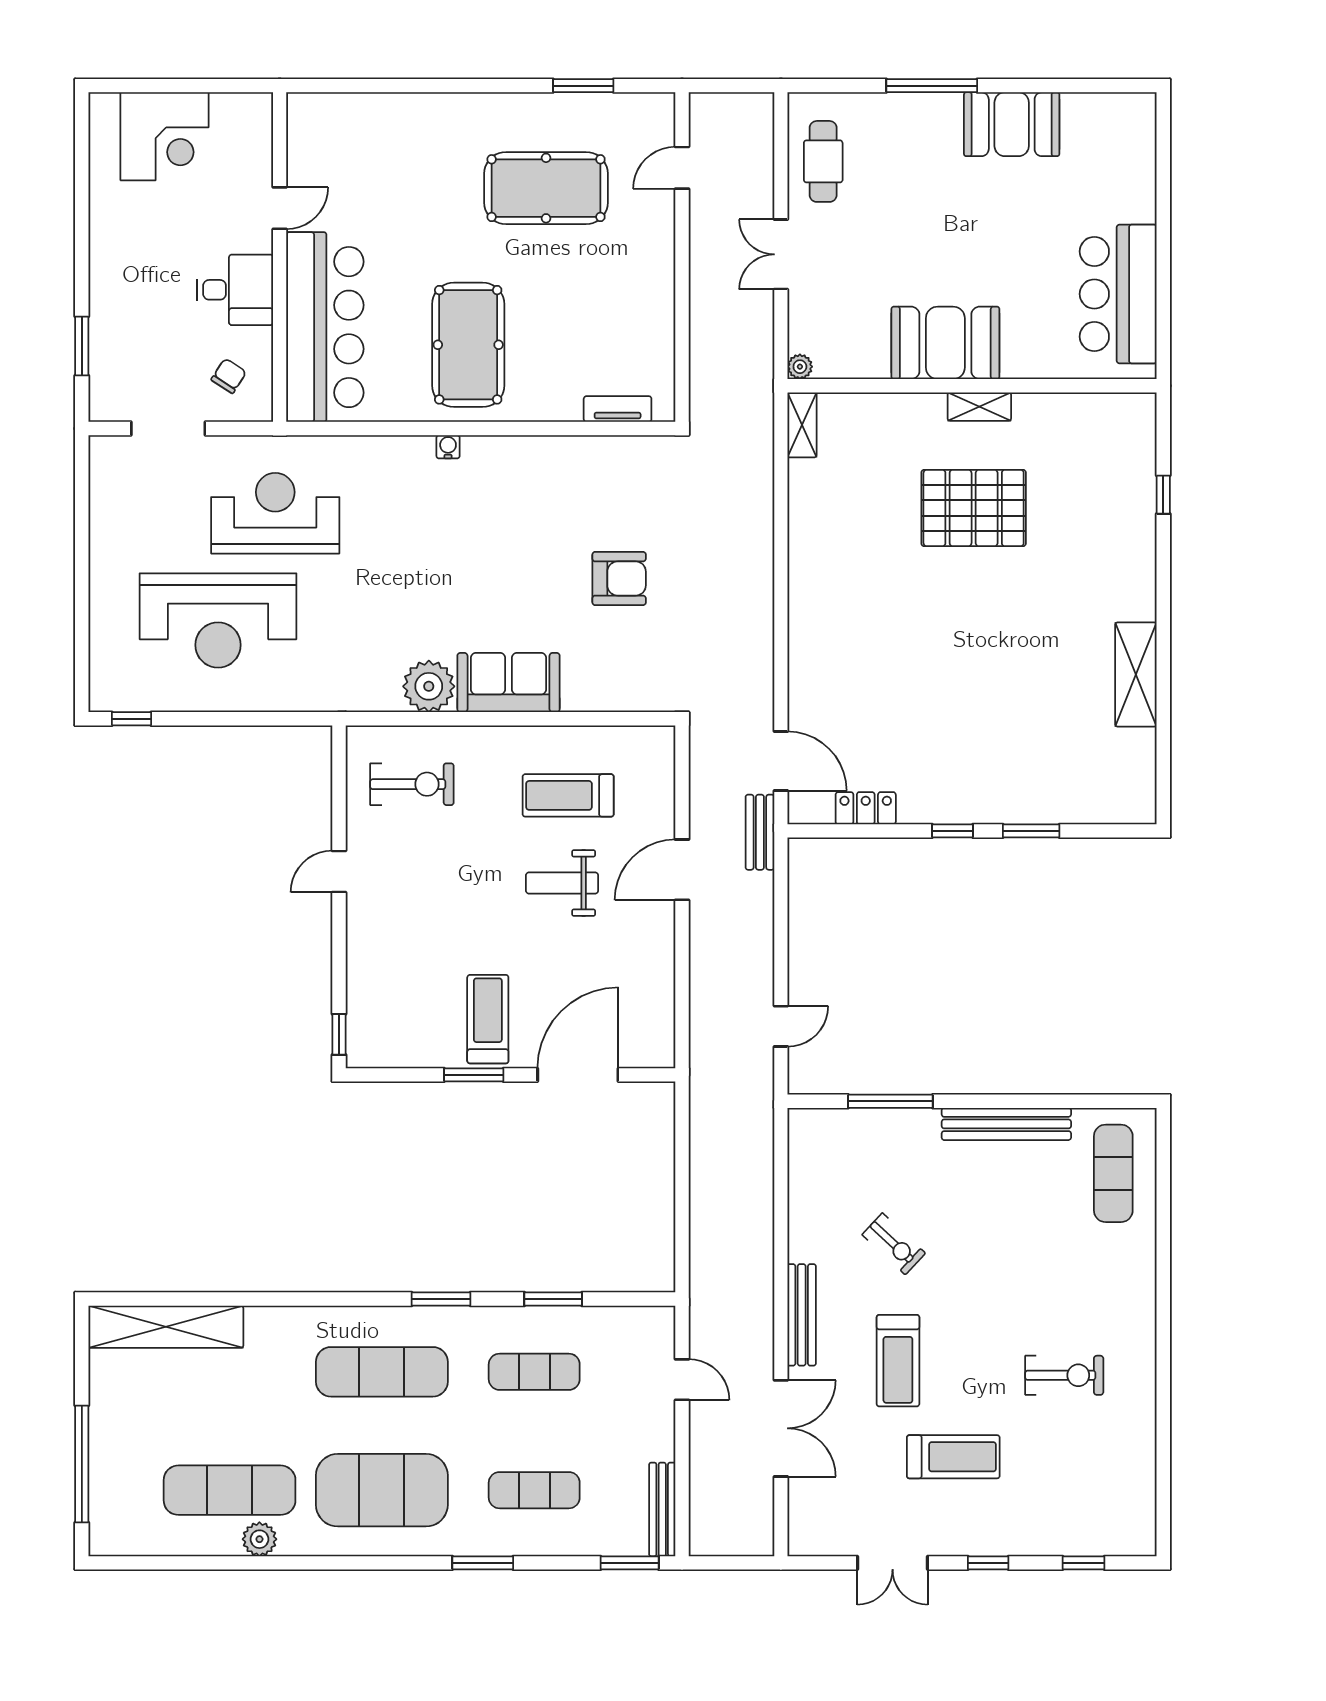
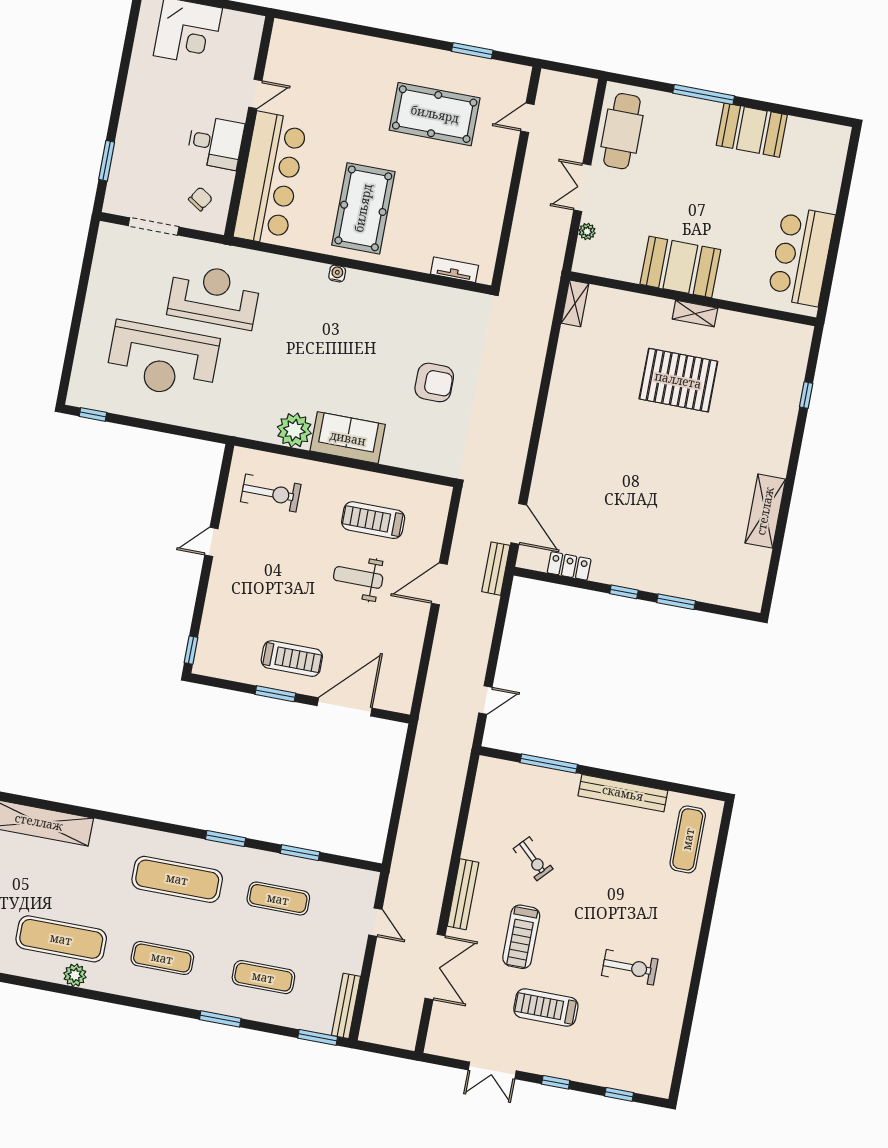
cafe table: (823, 161) -> (622, 131), width x1.37, depth x1.35
plant: (800, 367) -> (587, 231), moved
treadmill: (488, 1019) -> (292, 659), turned 90
treadmill: (953, 1457) -> (546, 1007), turned 180
exercise mat: (382, 1490) -> (162, 958), width x0.50, depth x0.69

